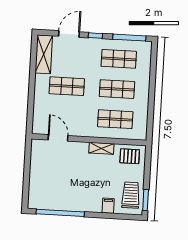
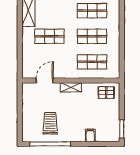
door: (58, 138) -> (45, 80), hinge flipped
shelving: (101, 148) -> (71, 87), moved
trolley: (131, 195) -> (50, 123), moved

